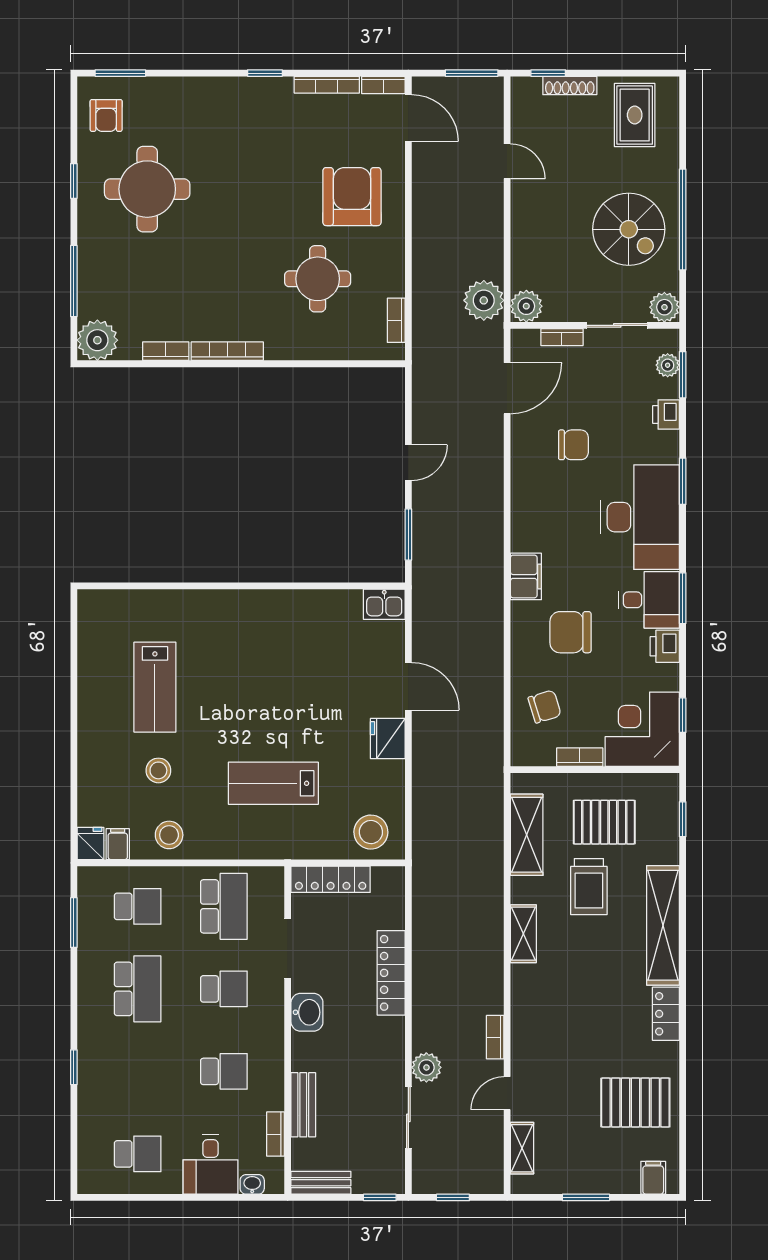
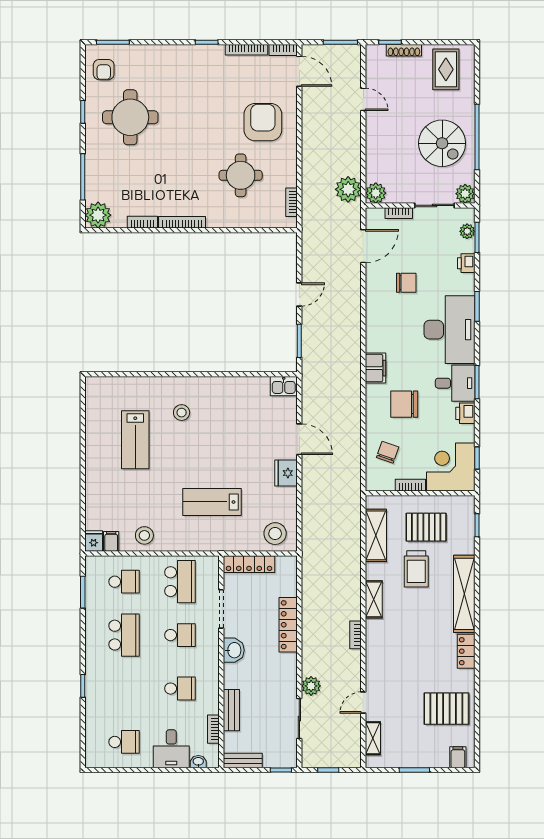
chair: (545, 707) -> (388, 452), turned -54
stool: (158, 770) -> (182, 413), moved
bookcase: (495, 1037) -> (356, 635), moved

